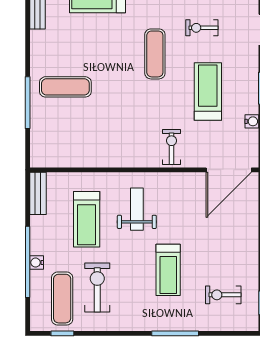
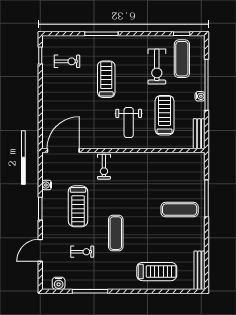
water cooler: (37, 263) -> (200, 96), moved

